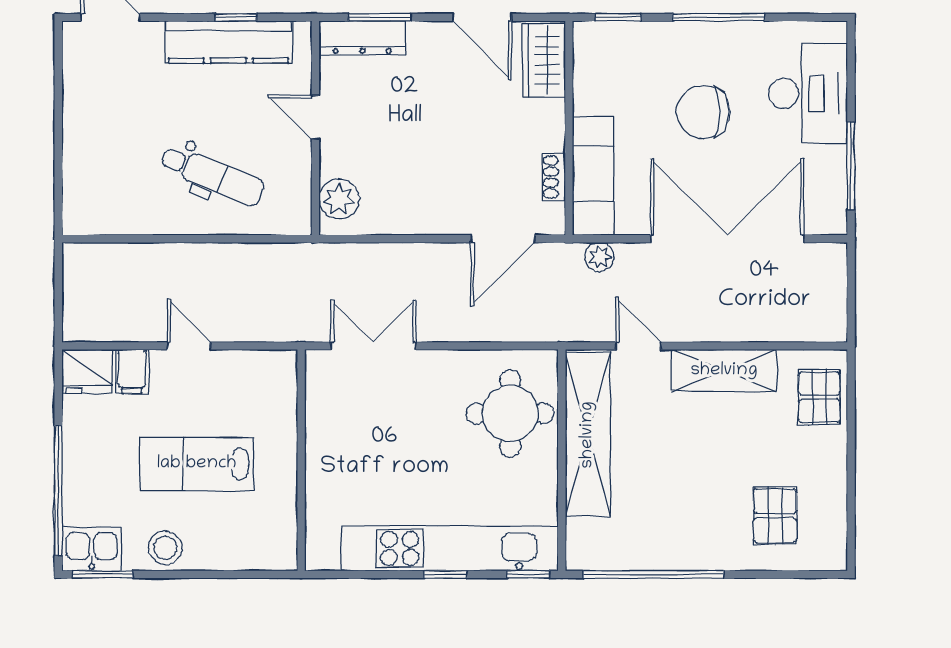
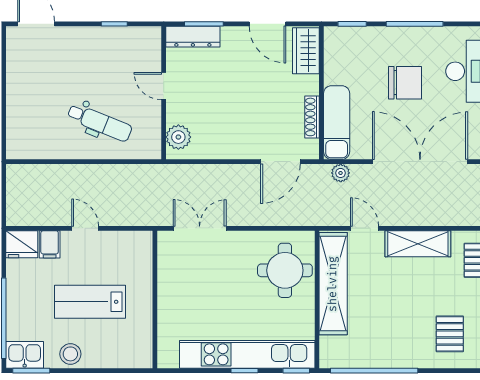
kitchen counter: (228, 42) -> (110, 39), removed
chair: (703, 112) -> (405, 83), turned 180
shoe rack: (554, 177) -> (312, 117), width x1.43

